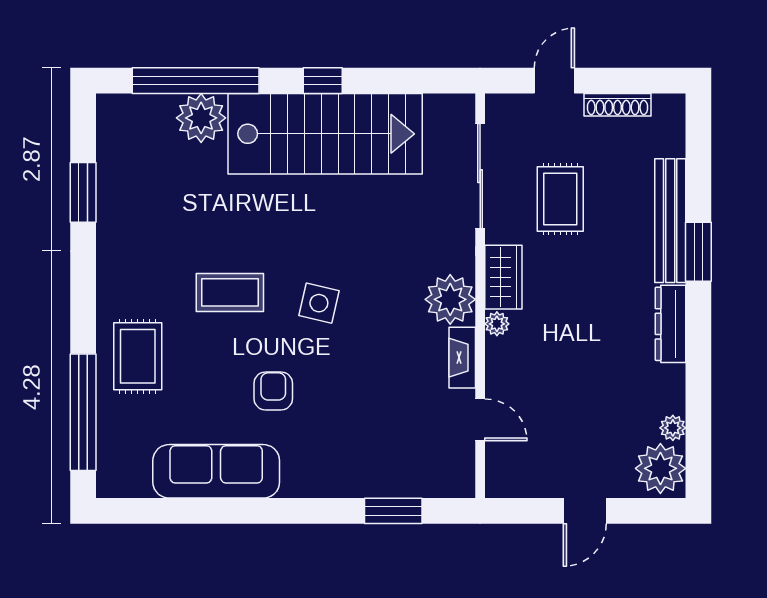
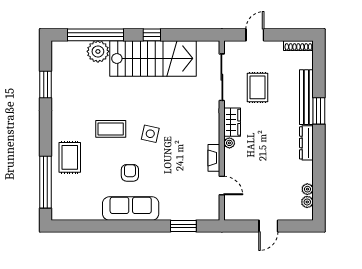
shoe rack: (618, 105) -> (298, 46), moved
plant: (450, 299) -> (209, 132), removed
plant: (660, 468) -> (307, 202), width x0.53, depth x0.53
sofa: (216, 471) -> (131, 208), moved

